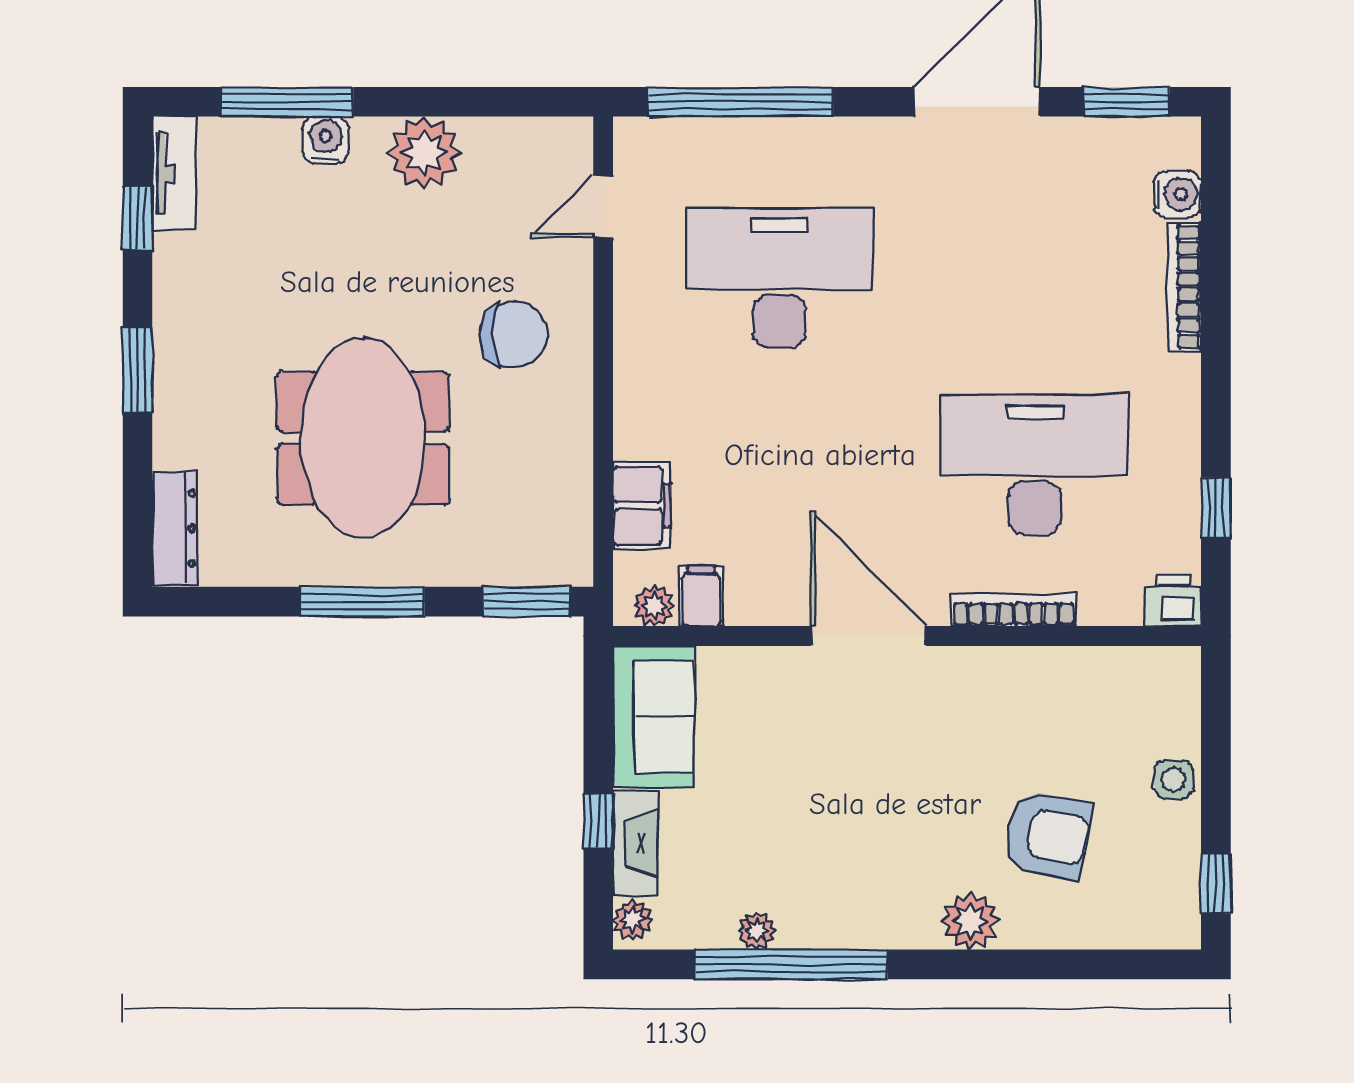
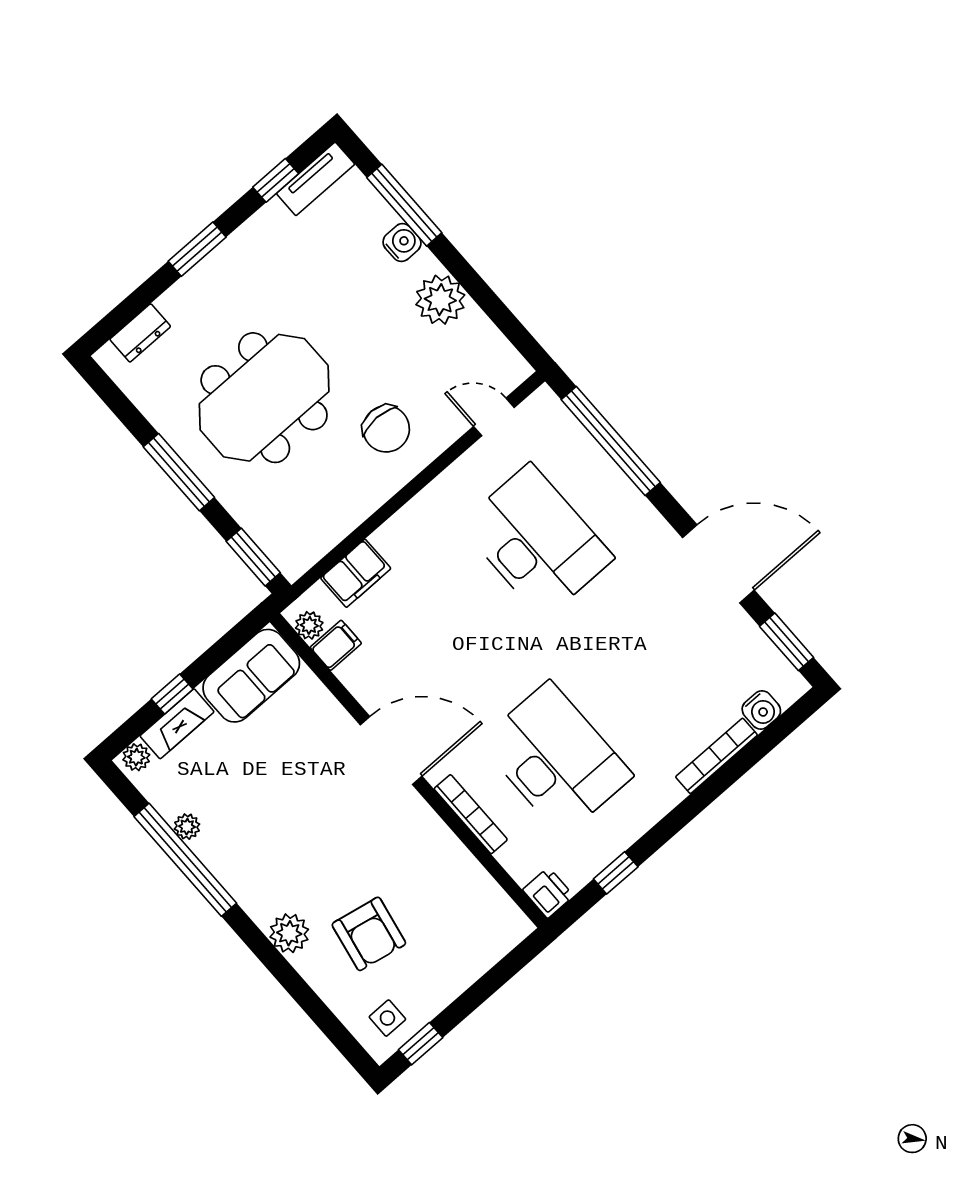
dresser: (174, 528) -> (140, 333), width x0.70
door: (868, 636) -> (391, 750), hinge flipped
side table: (1174, 779) -> (387, 1018), moved

